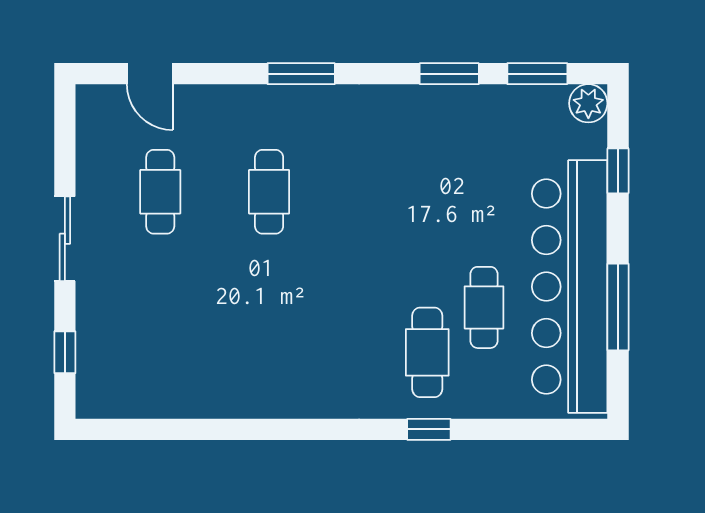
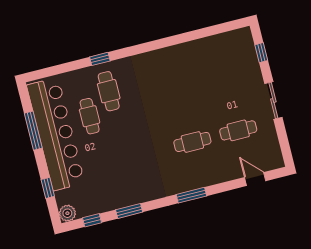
window: (537, 74) -> (92, 220), width x0.67
cafe table: (160, 192) -> (238, 130), turned 90
cafe table: (269, 192) -> (192, 142), turned 90

